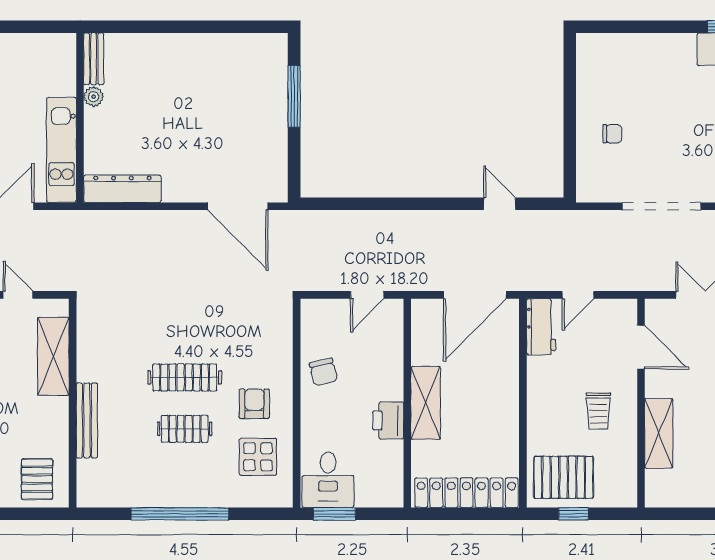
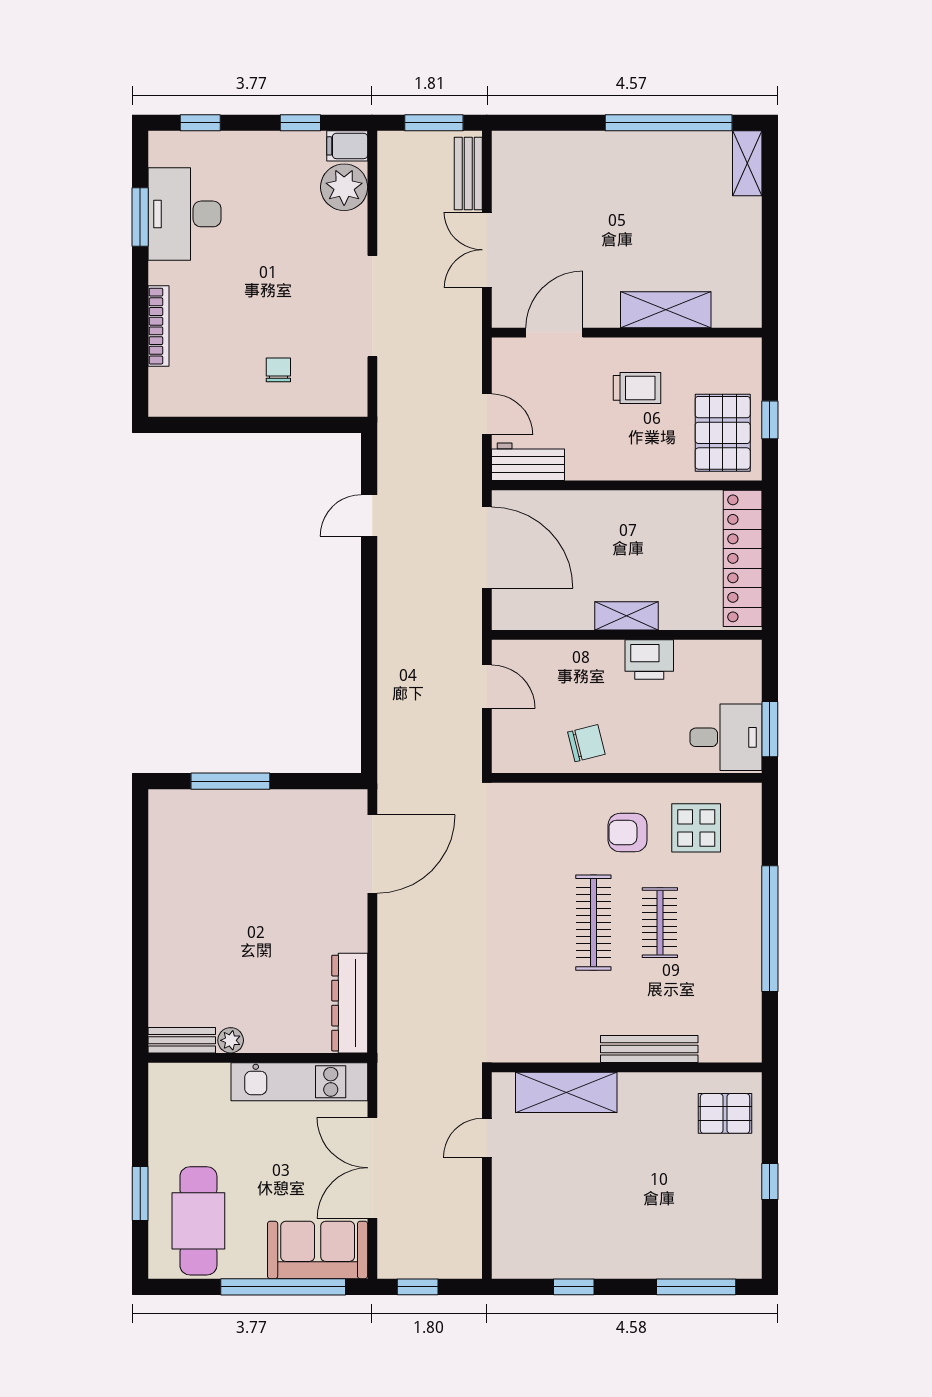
bookcase: (646, 41) -> (158, 326), added
shelving: (426, 403) -> (626, 616), width x0.67, depth x0.75

